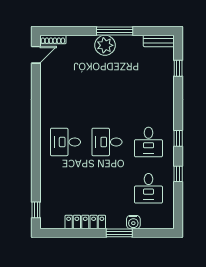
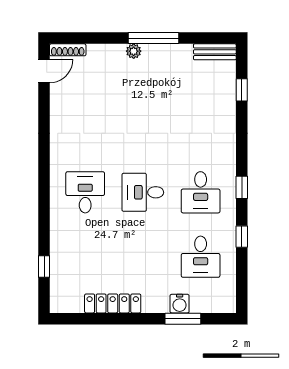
plant: (105, 45) -> (134, 51), width x0.53, depth x0.53
desk: (65, 142) -> (85, 192), turned 90
window: (36, 210) -> (44, 267), moved
window: (119, 233) -> (183, 319), moved

